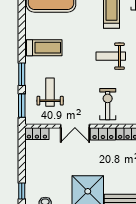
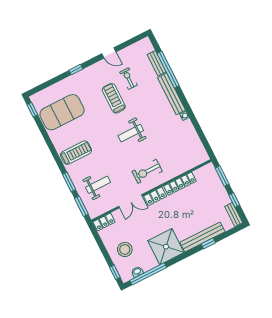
weight bench: (50, 92) -> (98, 185), turned 90
exercise bike: (108, 104) -> (147, 171), turned -90
stool: (44, 173) -> (125, 249), added

